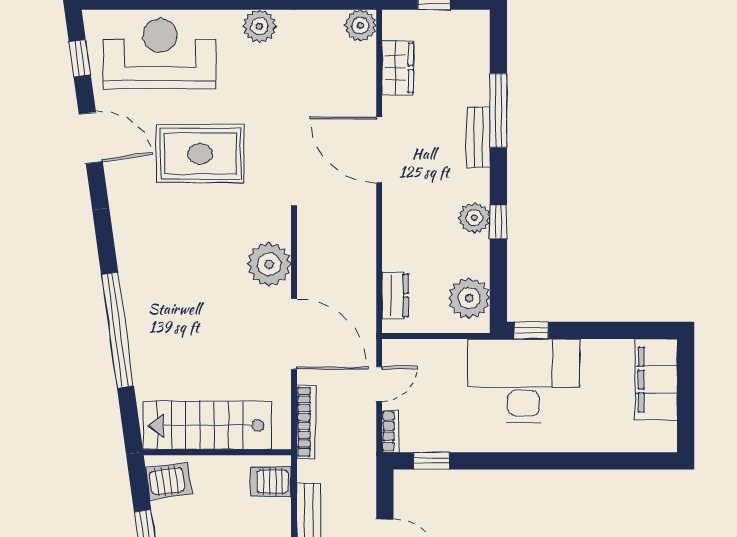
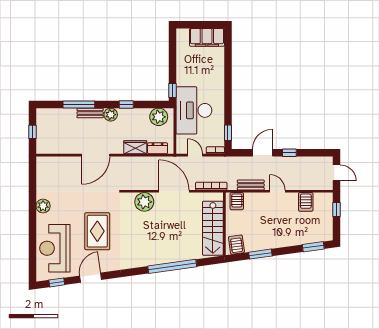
plant: (360, 25) -> (43, 163), removed
wardrobe: (398, 68) -> (135, 147), moved
plant: (474, 218) -> (111, 115), moved
door: (294, 334) -> (174, 191), hinge flipped
filing cabinet: (656, 380) -> (207, 37), moved
desk: (524, 381) -> (194, 110), moved

